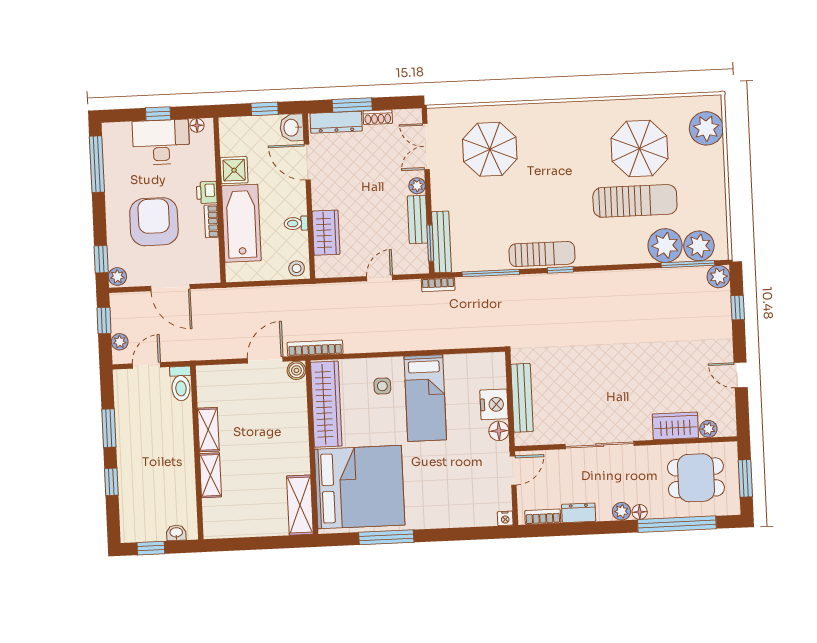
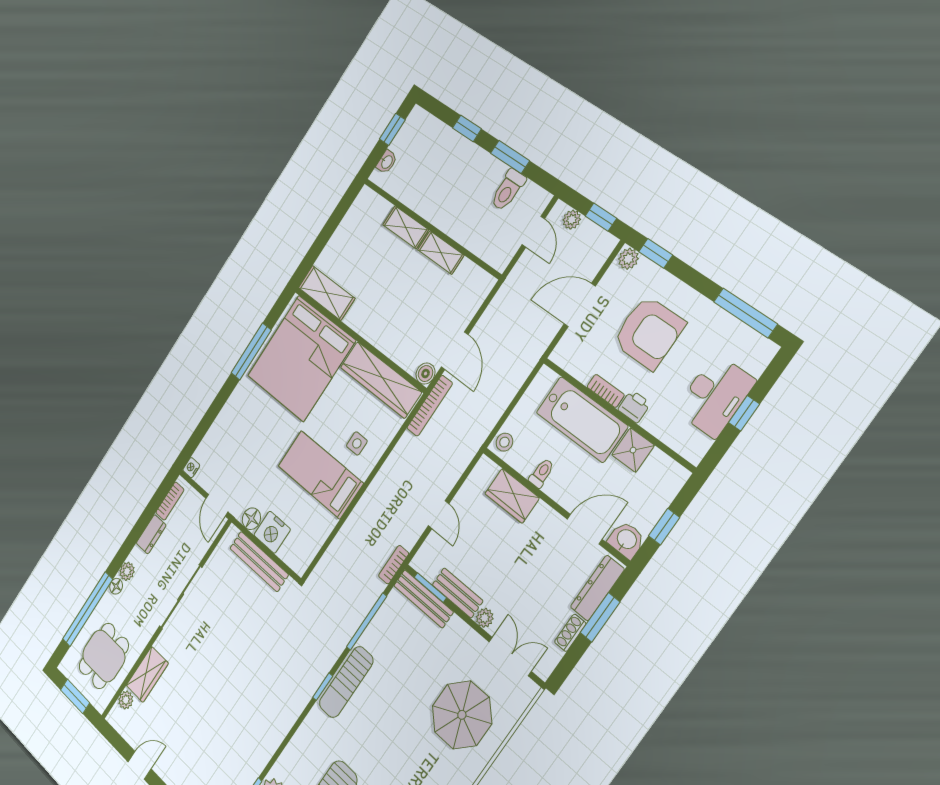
floor lamp: (197, 125) -> (702, 445), removed
toilet: (181, 384) -> (508, 190), moved, turned -90

